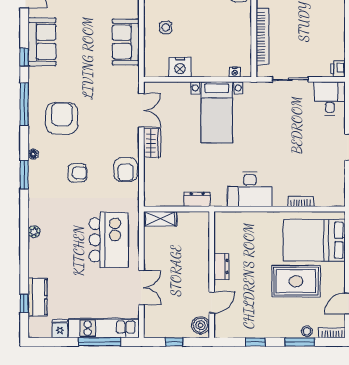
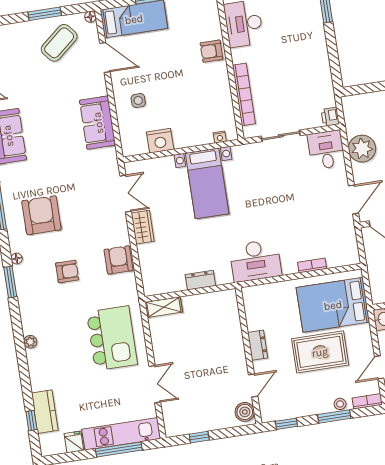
armchair: (126, 170) -> (119, 260), turned 180
dresser: (221, 266) -> (258, 345), moved
wall: (212, 275) -> (248, 356), moved
door: (212, 302) -> (253, 385), moved
boiler: (200, 325) -> (245, 412), moved

